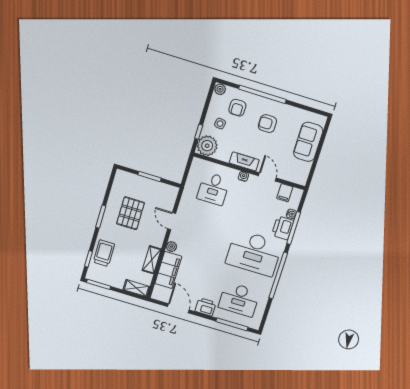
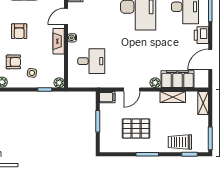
plant: (207, 146) -> (59, 83), width x0.53, depth x0.53
filing cabinet: (171, 194) -> (107, 97), added

